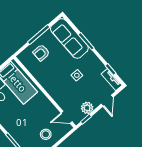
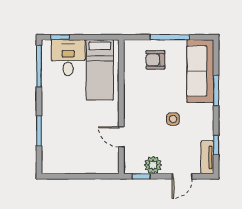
door: (67, 117) -> (121, 137), moved
stool: (46, 134) -> (82, 154), removed

